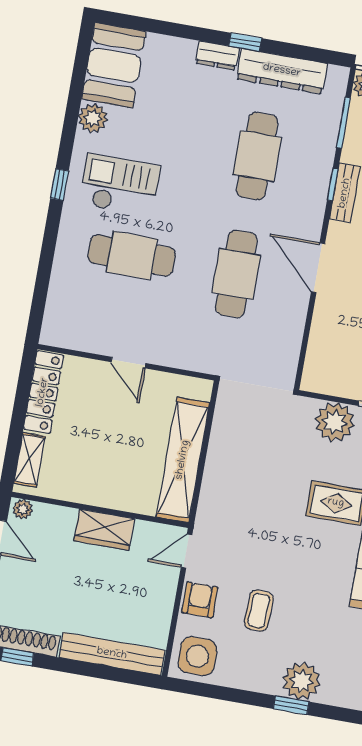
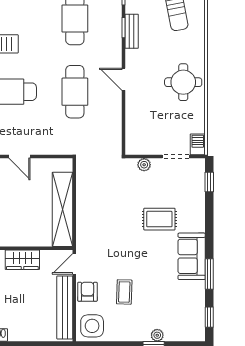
door: (318, 268) -> (123, 79), width x0.73
plant: (335, 422) -> (144, 165), width x0.53, depth x0.53
bench: (112, 654) -> (65, 307), moved, turned 90
plant: (301, 681) -> (157, 335), width x0.53, depth x0.53

